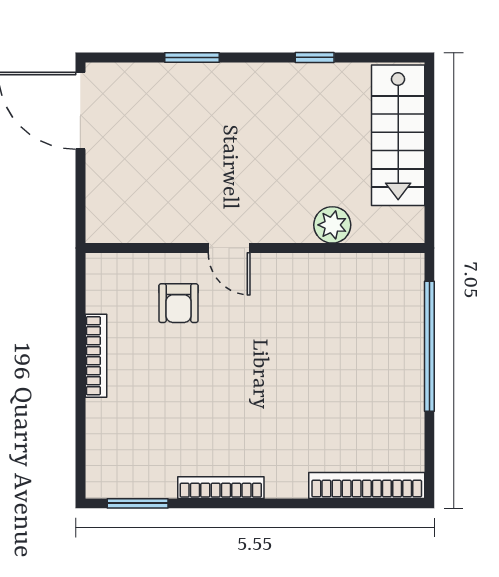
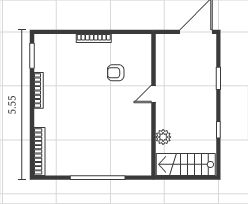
plant: (332, 225) -> (163, 137), moved
door: (229, 248) -> (153, 94), moved
wall: (255, 248) -> (153, 105), moved

